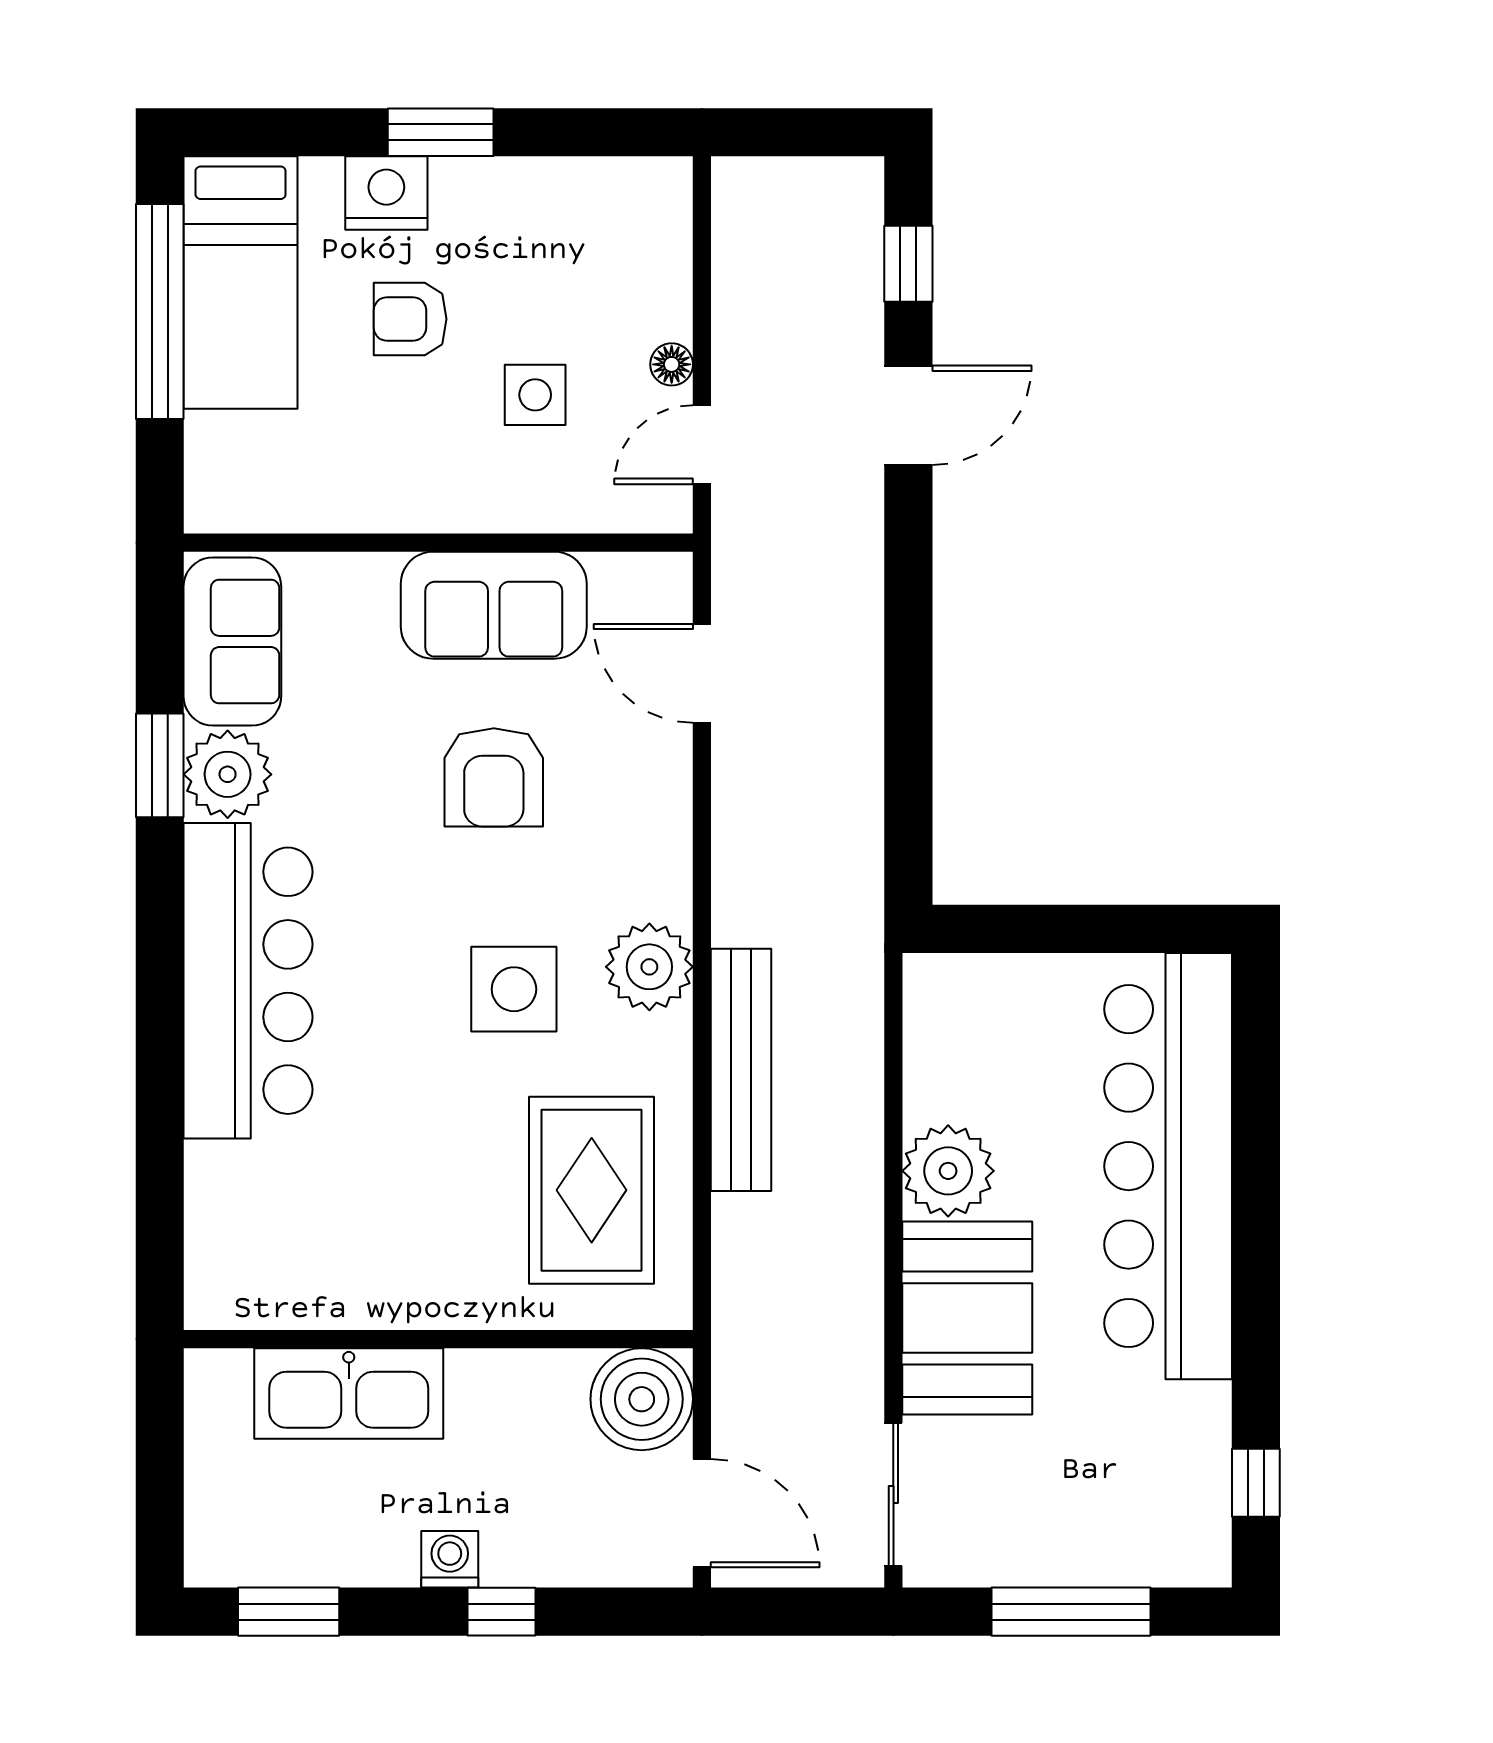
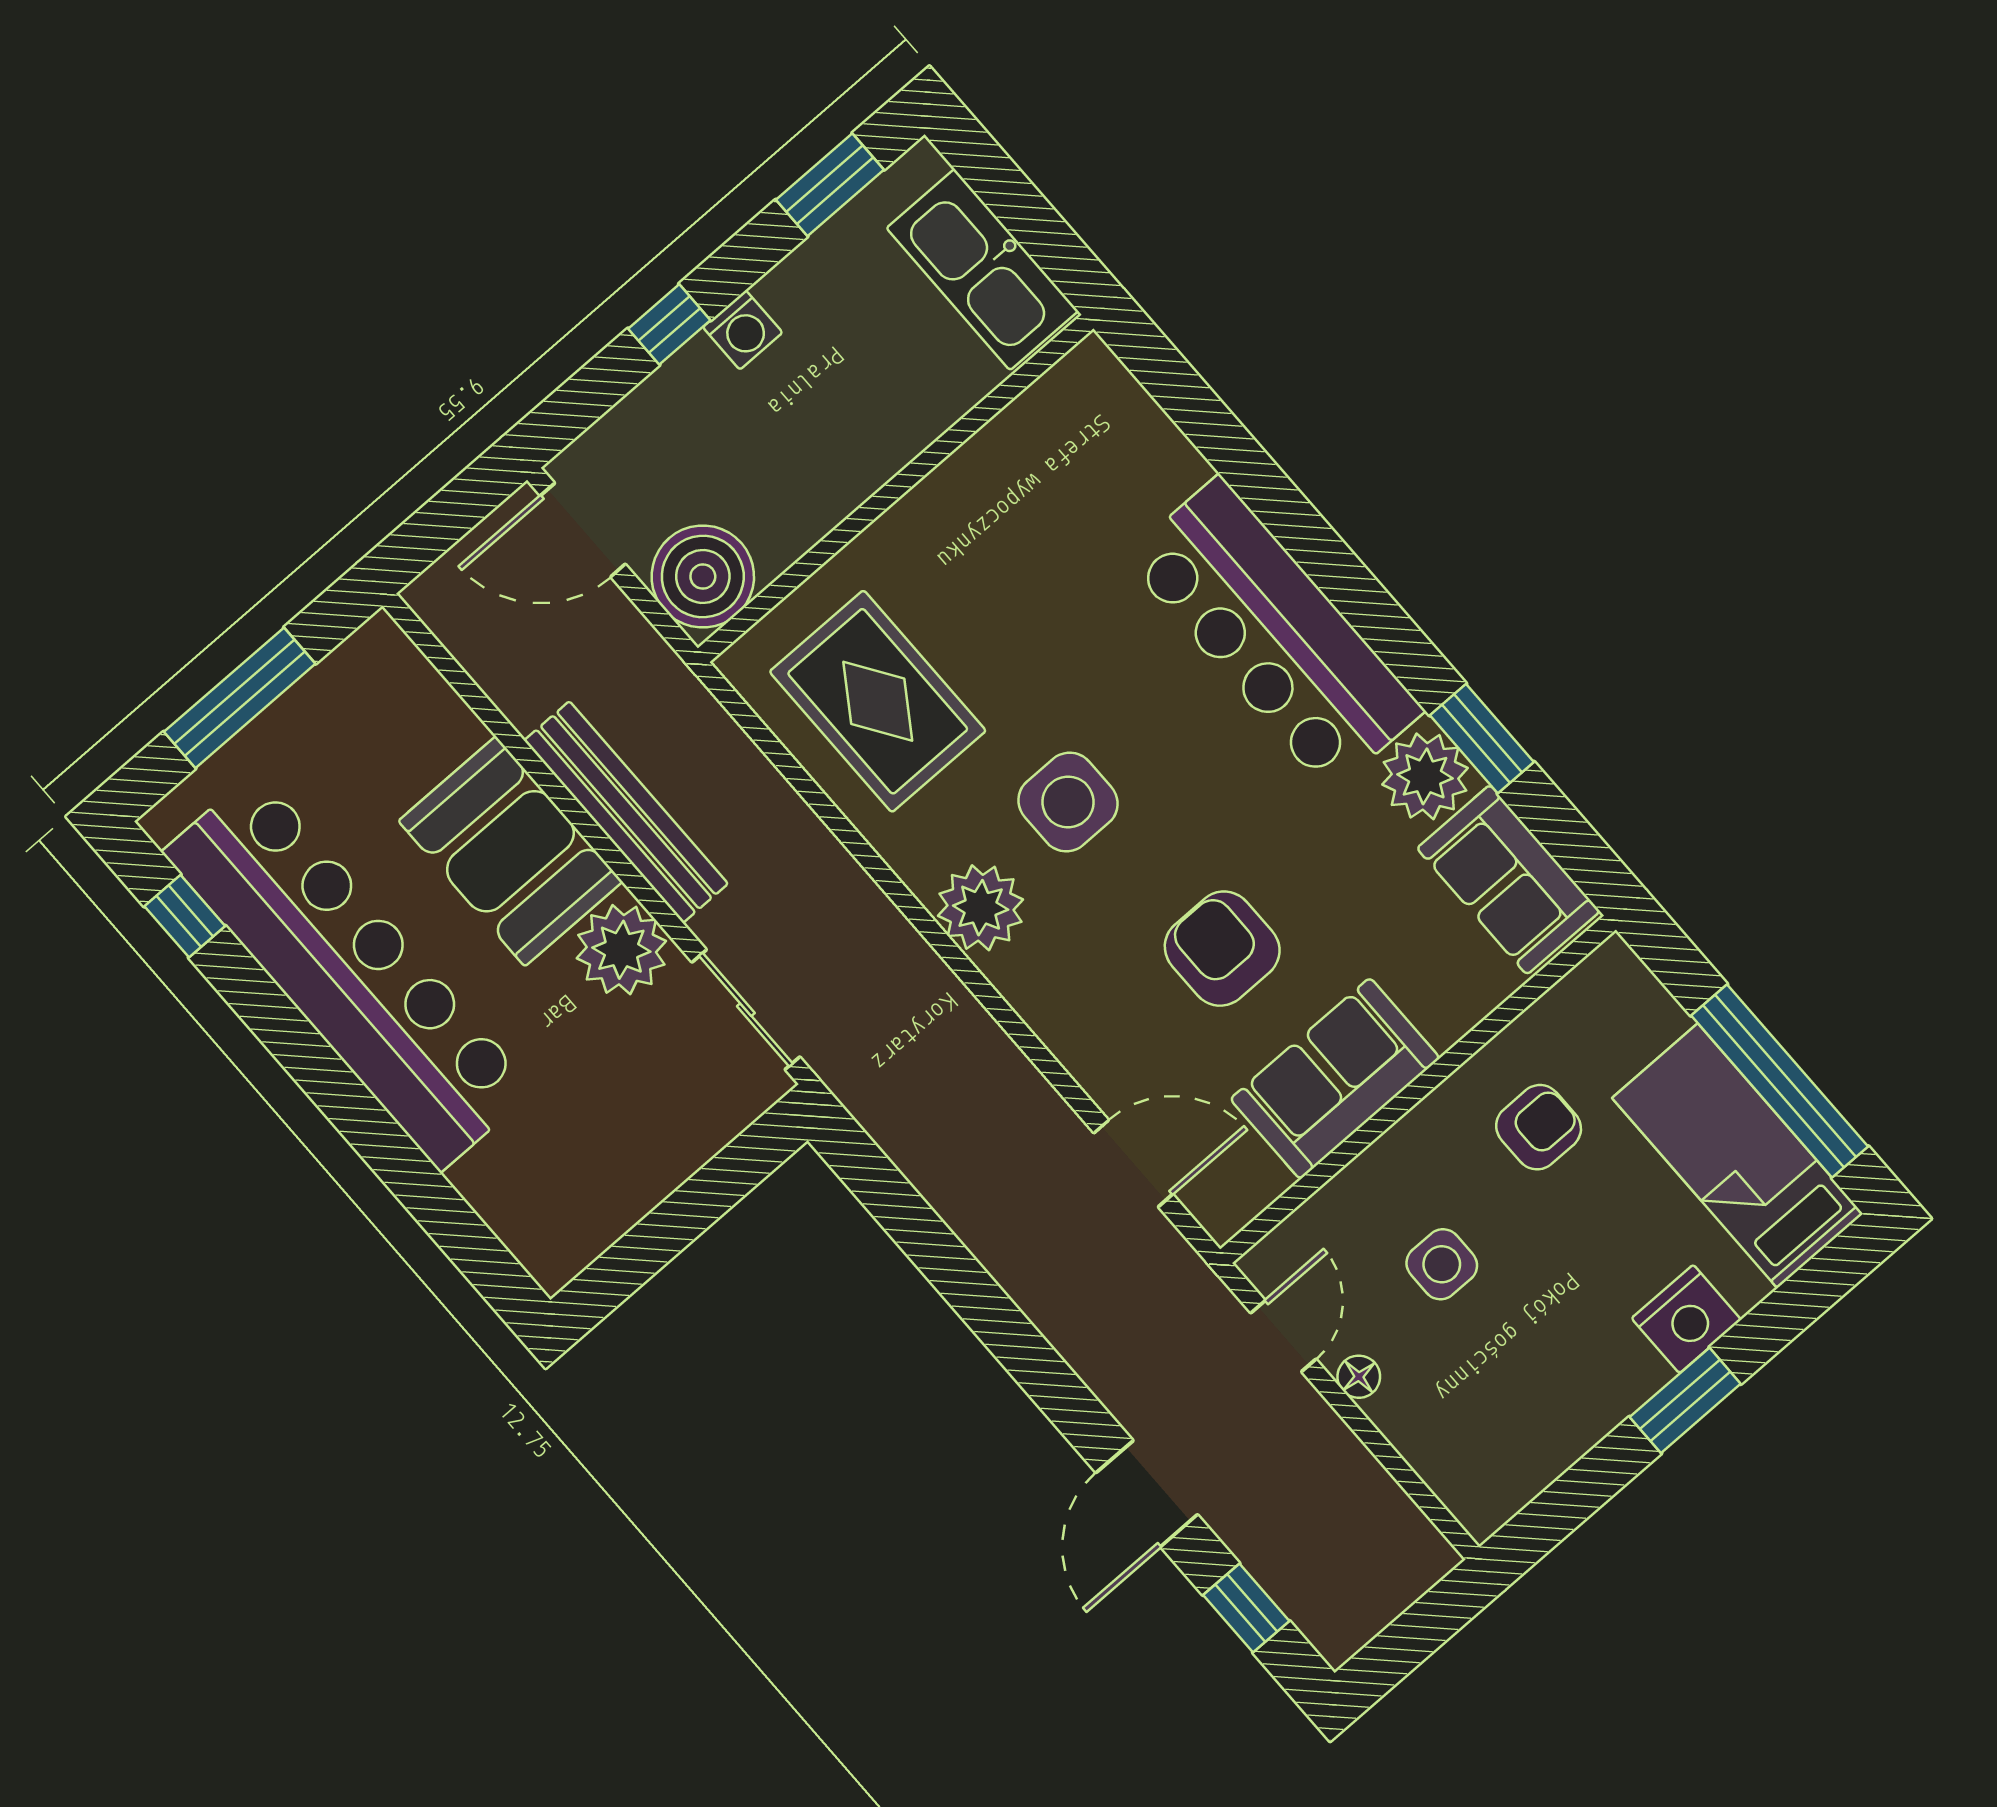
armchair: (410, 319) -> (1539, 1127), moved
bench: (741, 1070) -> (626, 812), moved
bar counter: (1168, 1166) -> (348, 971), moved
kitchen sink: (349, 1393) -> (982, 270), moved, turned -90
sliding door: (893, 1495) -> (746, 1010), moved

